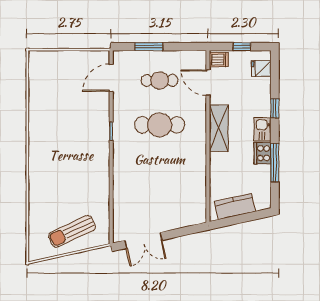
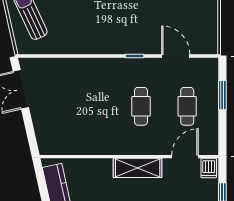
door: (111, 78) -> (176, 56), moved
cafe table: (160, 125) -> (141, 106), width x0.73, depth x0.74

